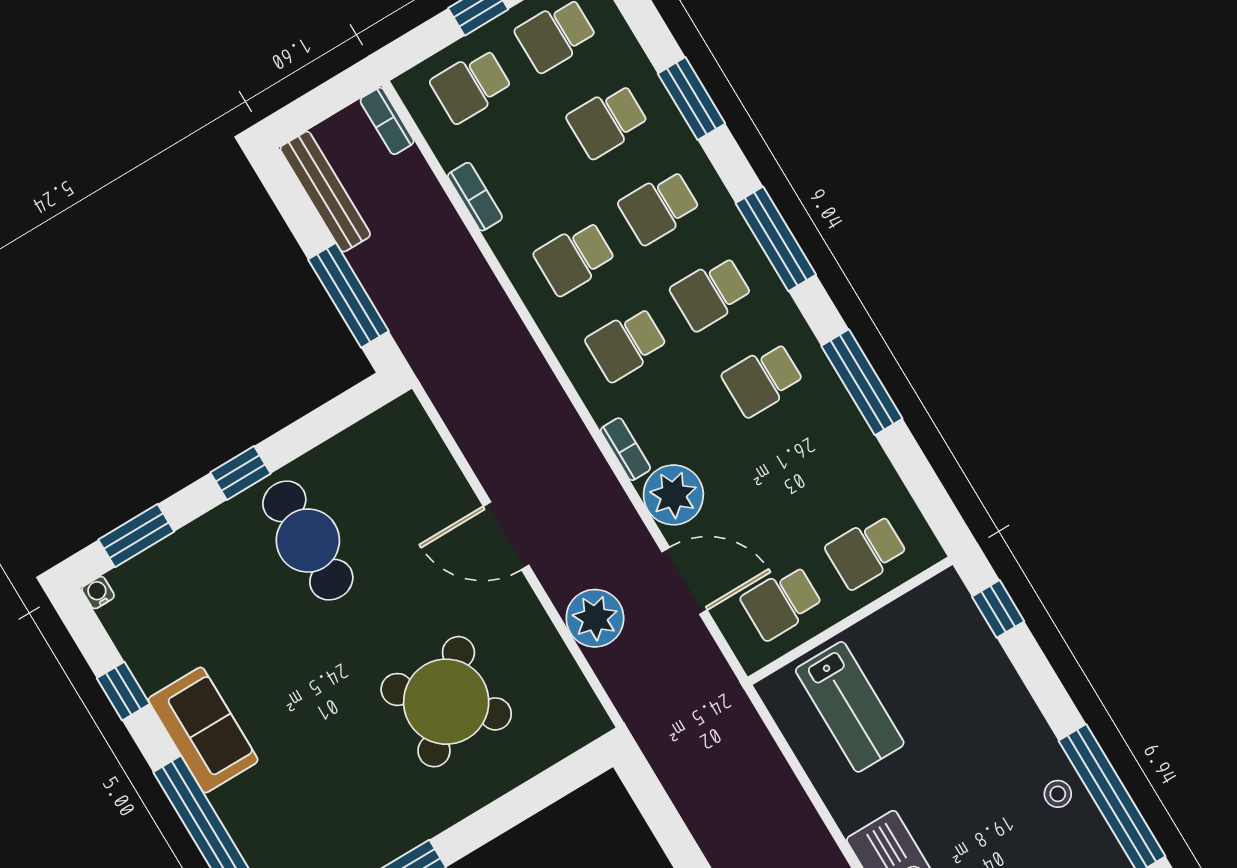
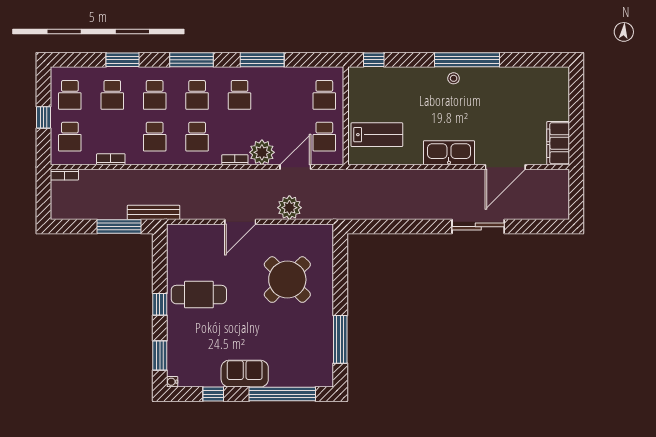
bench: (325, 192) -> (154, 212), moved

